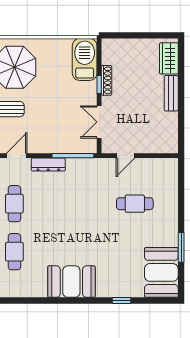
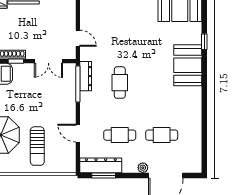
dresser: (48, 165) -> (86, 76), moved
cafe table: (135, 204) -> (120, 83), moved
booth: (71, 282) -> (188, 65), moved

